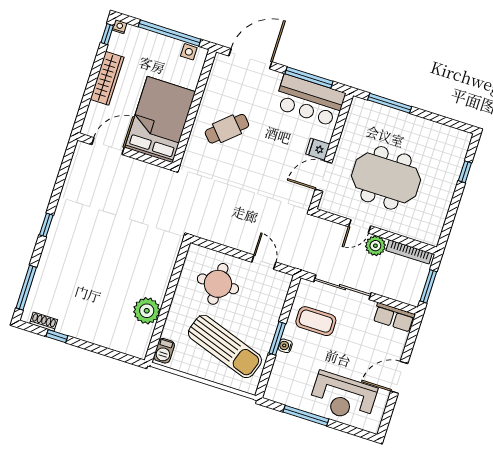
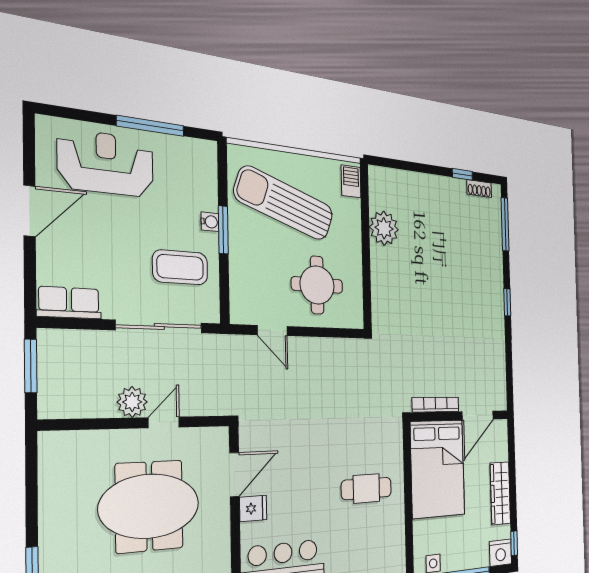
nightstand: (120, 27) -> (501, 553), width x1.89, depth x1.79
cafe table: (227, 129) -> (366, 488), turned 42
bookcase: (409, 252) -> (436, 405), moved

